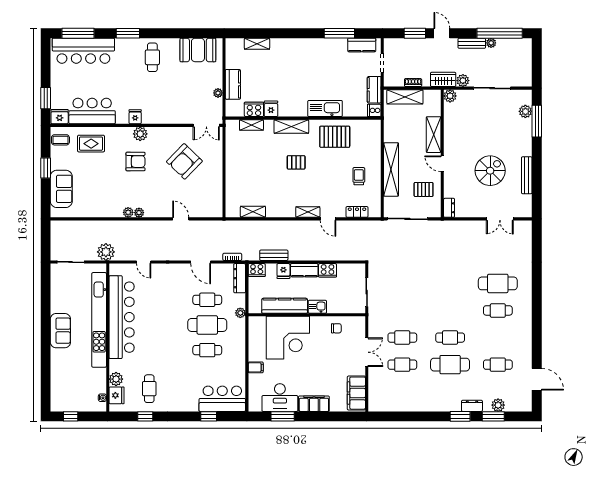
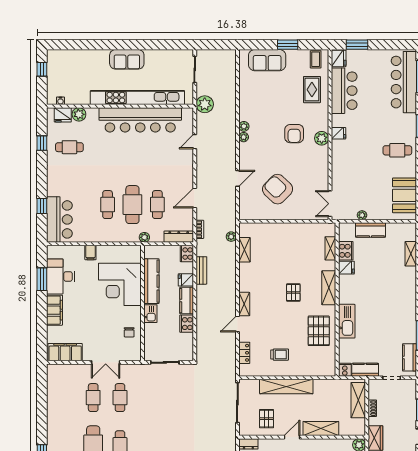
armchair: (184, 161) -> (278, 189), moved
plant: (240, 225) -> (231, 237), added

